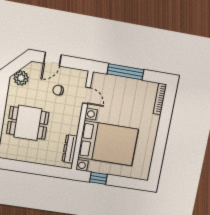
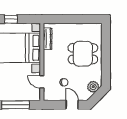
door: (52, 59) -> (72, 105), hinge flipped
window: (98, 178) -> (11, 19), moved

